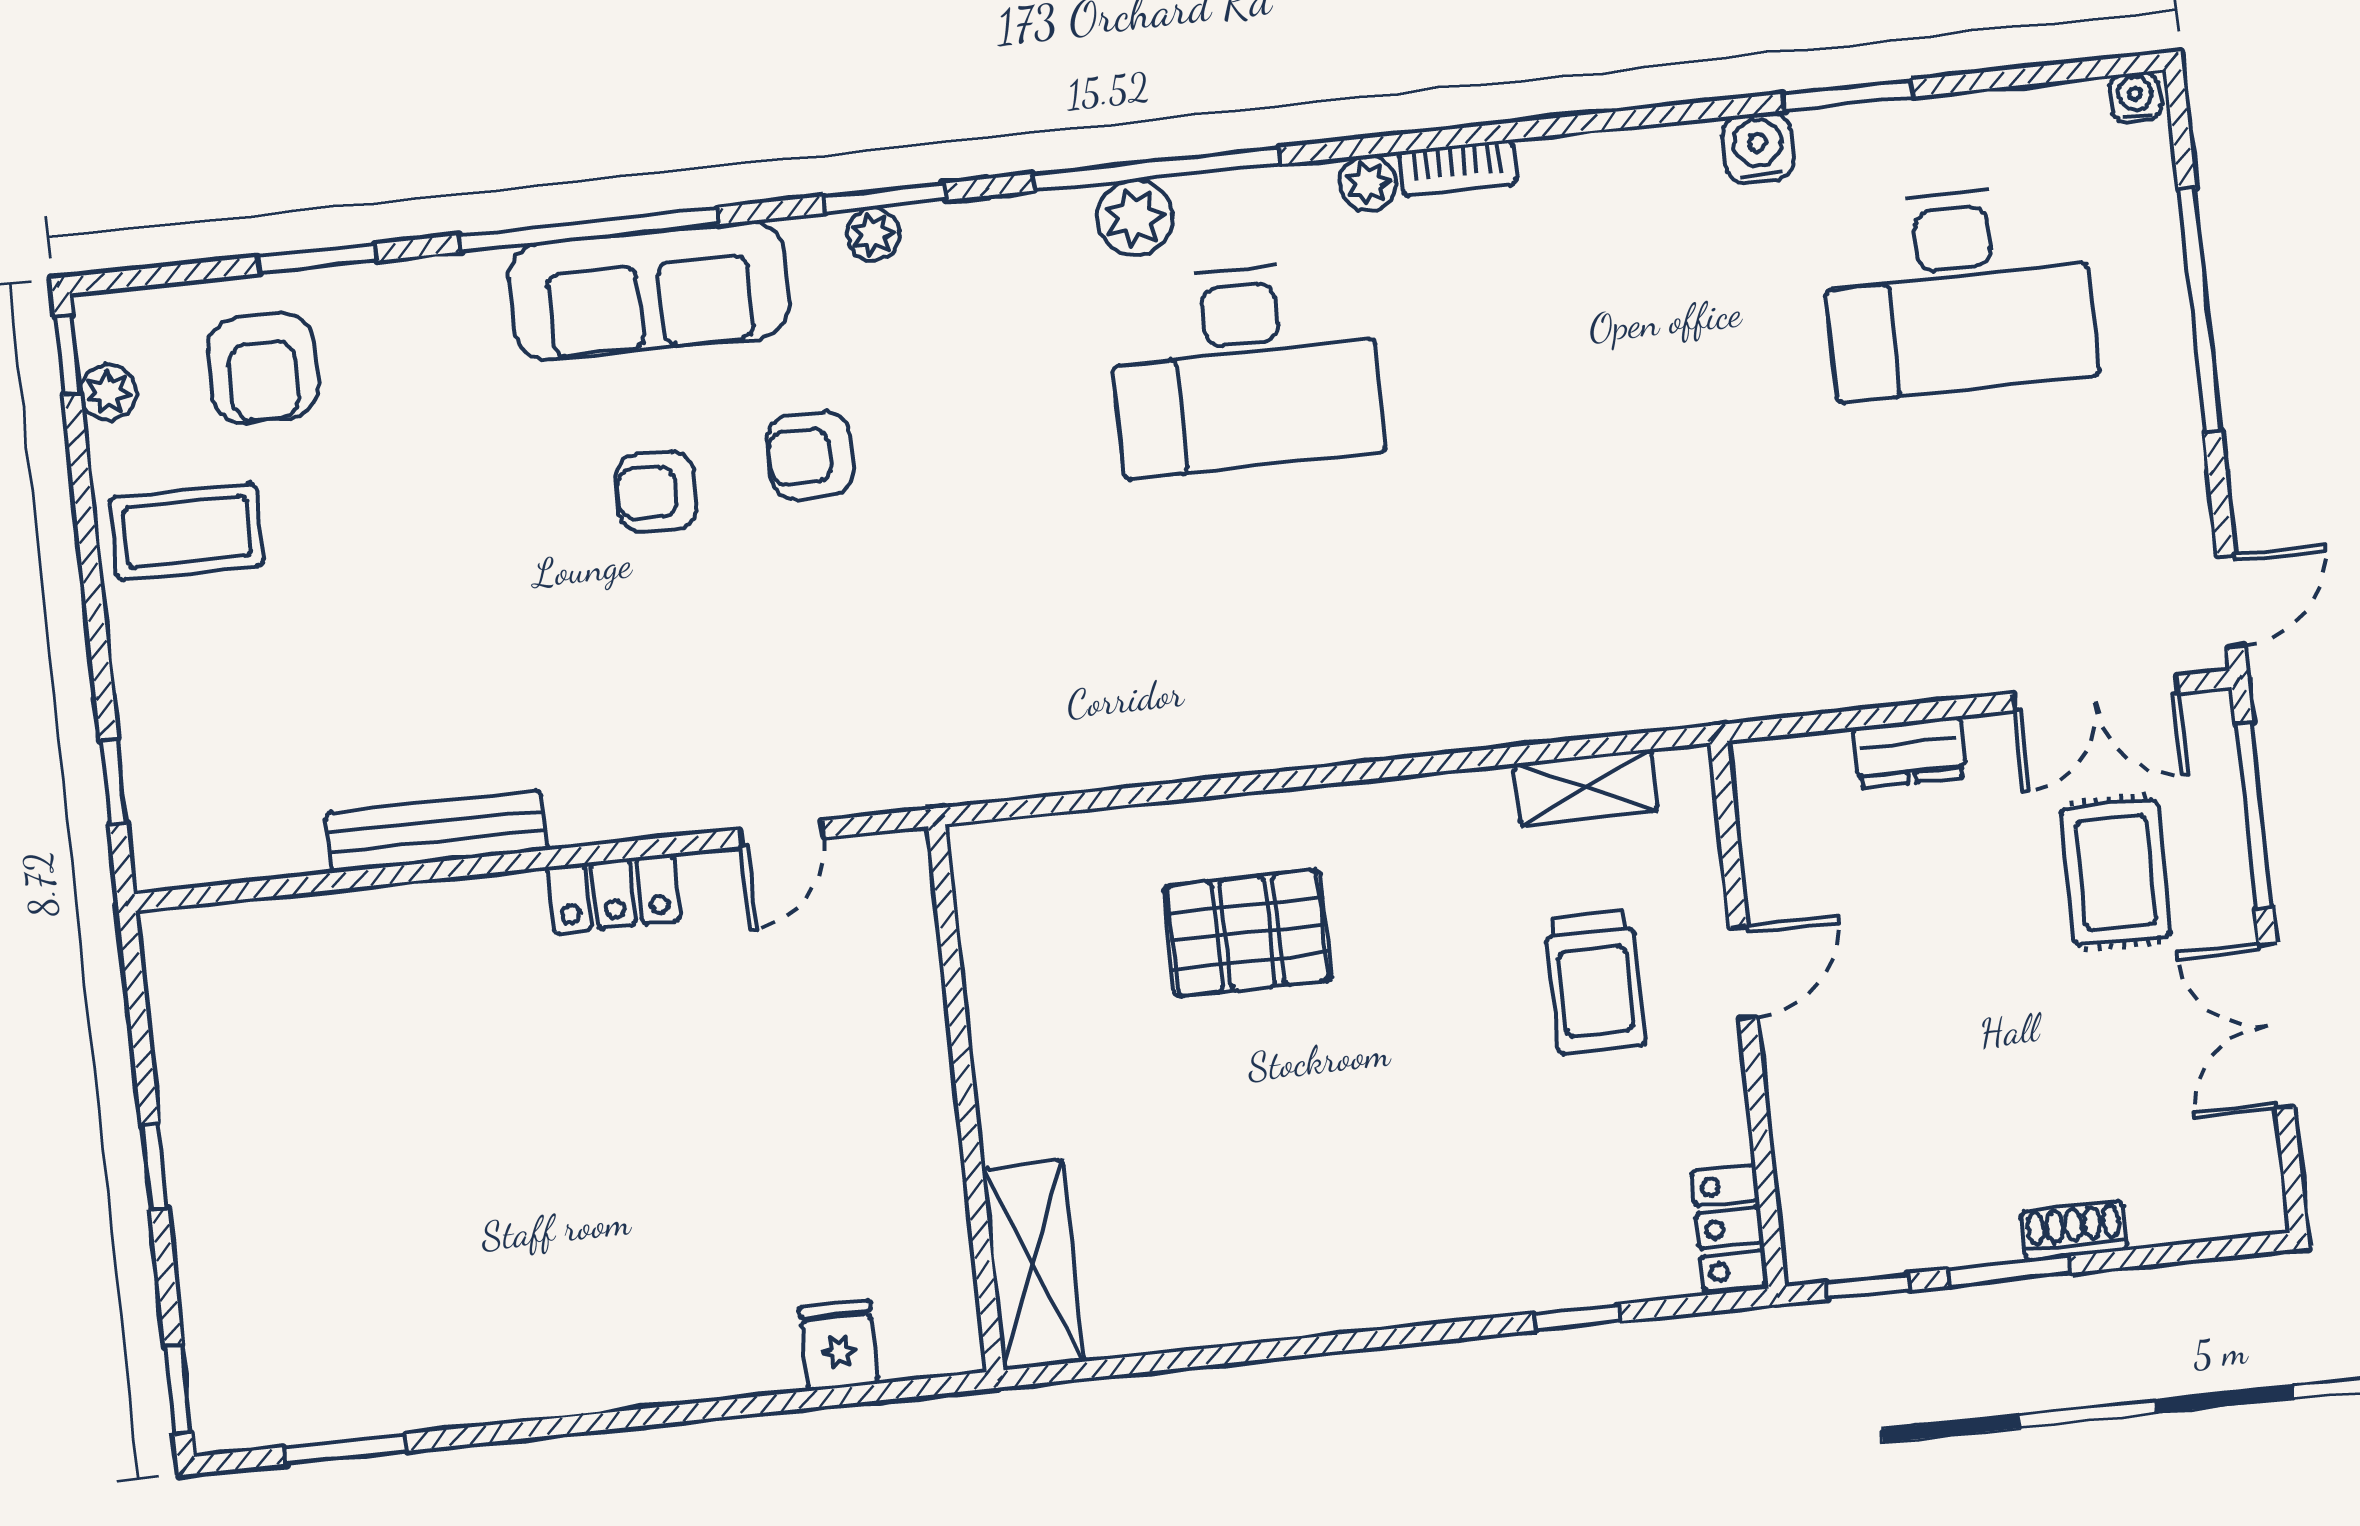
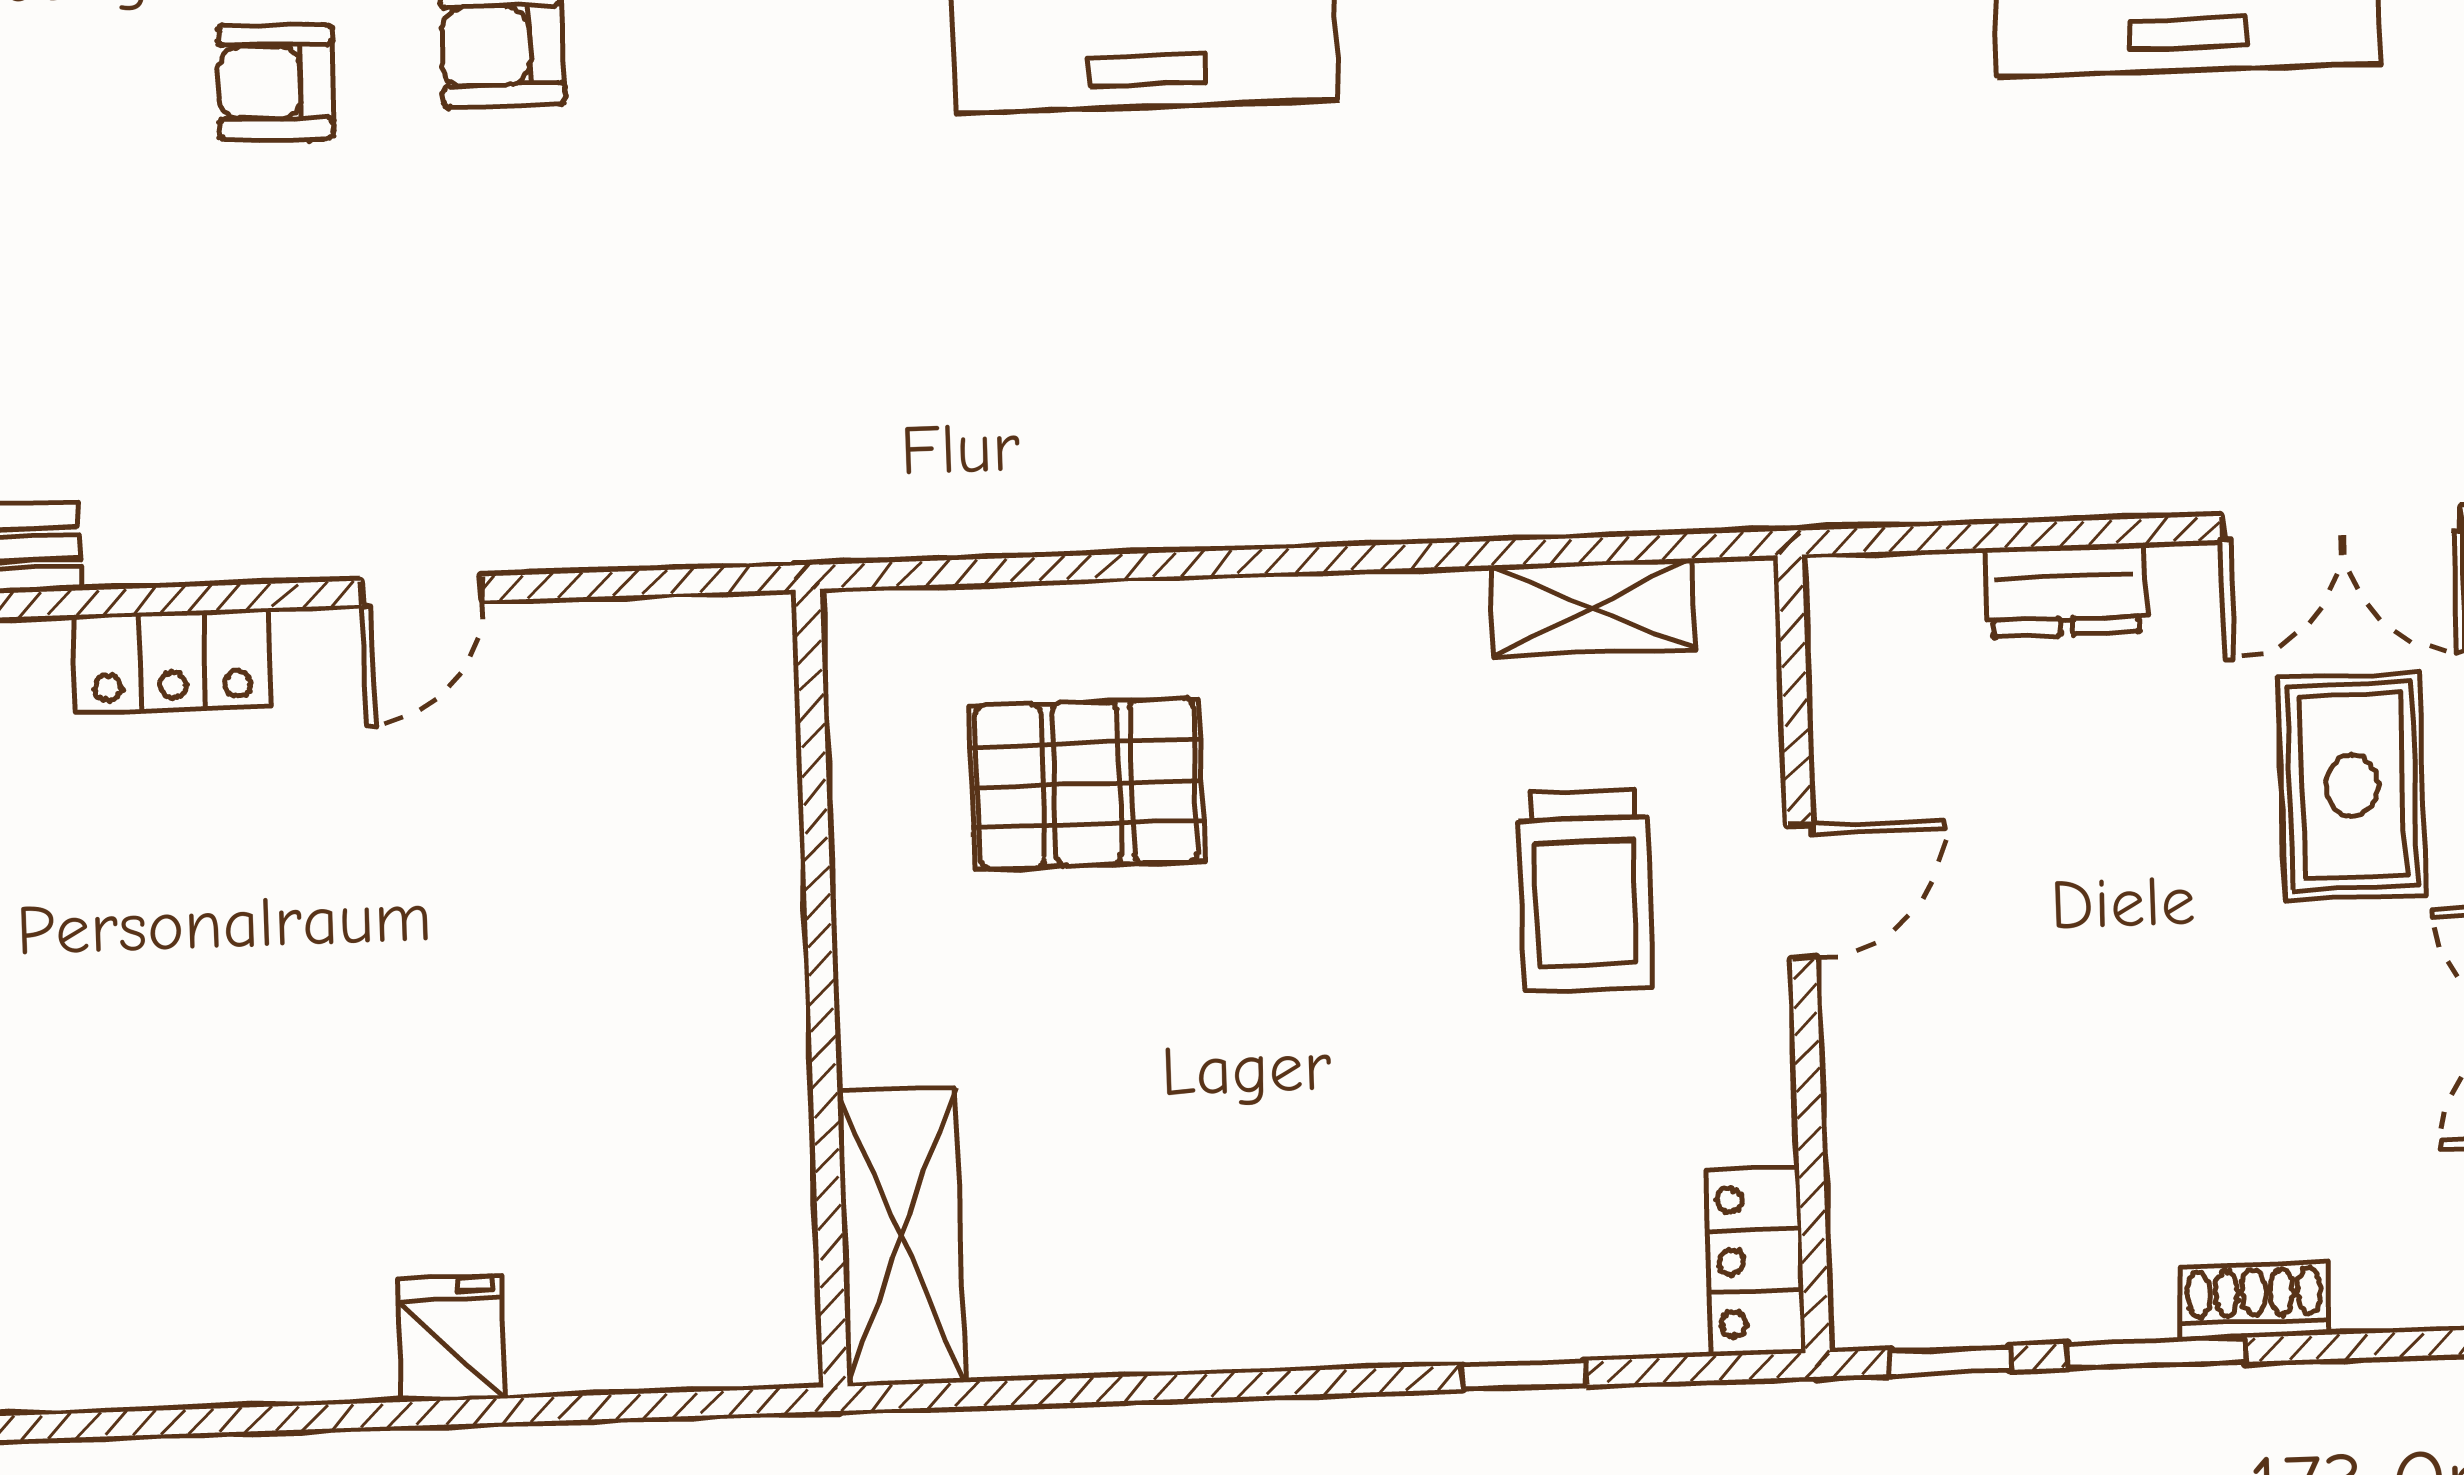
wall: (966, 1098) -> (822, 988), moved
shelving: (1033, 1265) -> (901, 1237), moved

